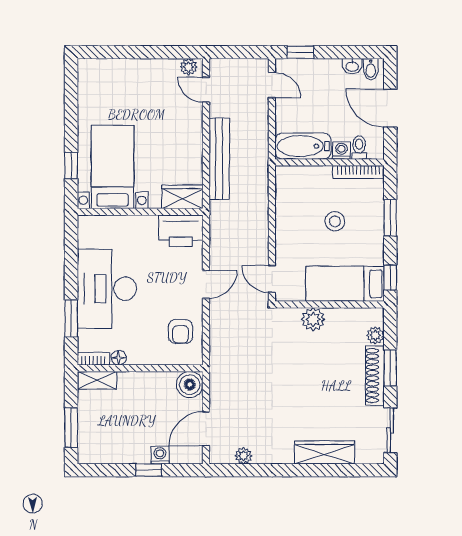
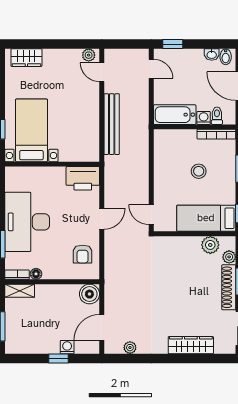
wardrobe: (182, 197) -> (26, 58), moved, turned 180
plant: (313, 319) -> (210, 245), moved

